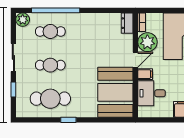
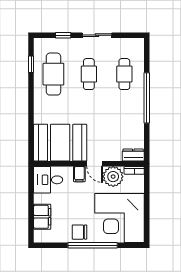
window: (56, 10) -> (147, 98), moved
plant: (23, 20) -> (137, 45), removed
desk: (152, 93) -> (48, 180), moved, turned -90
window: (68, 120) -> (31, 64), moved

